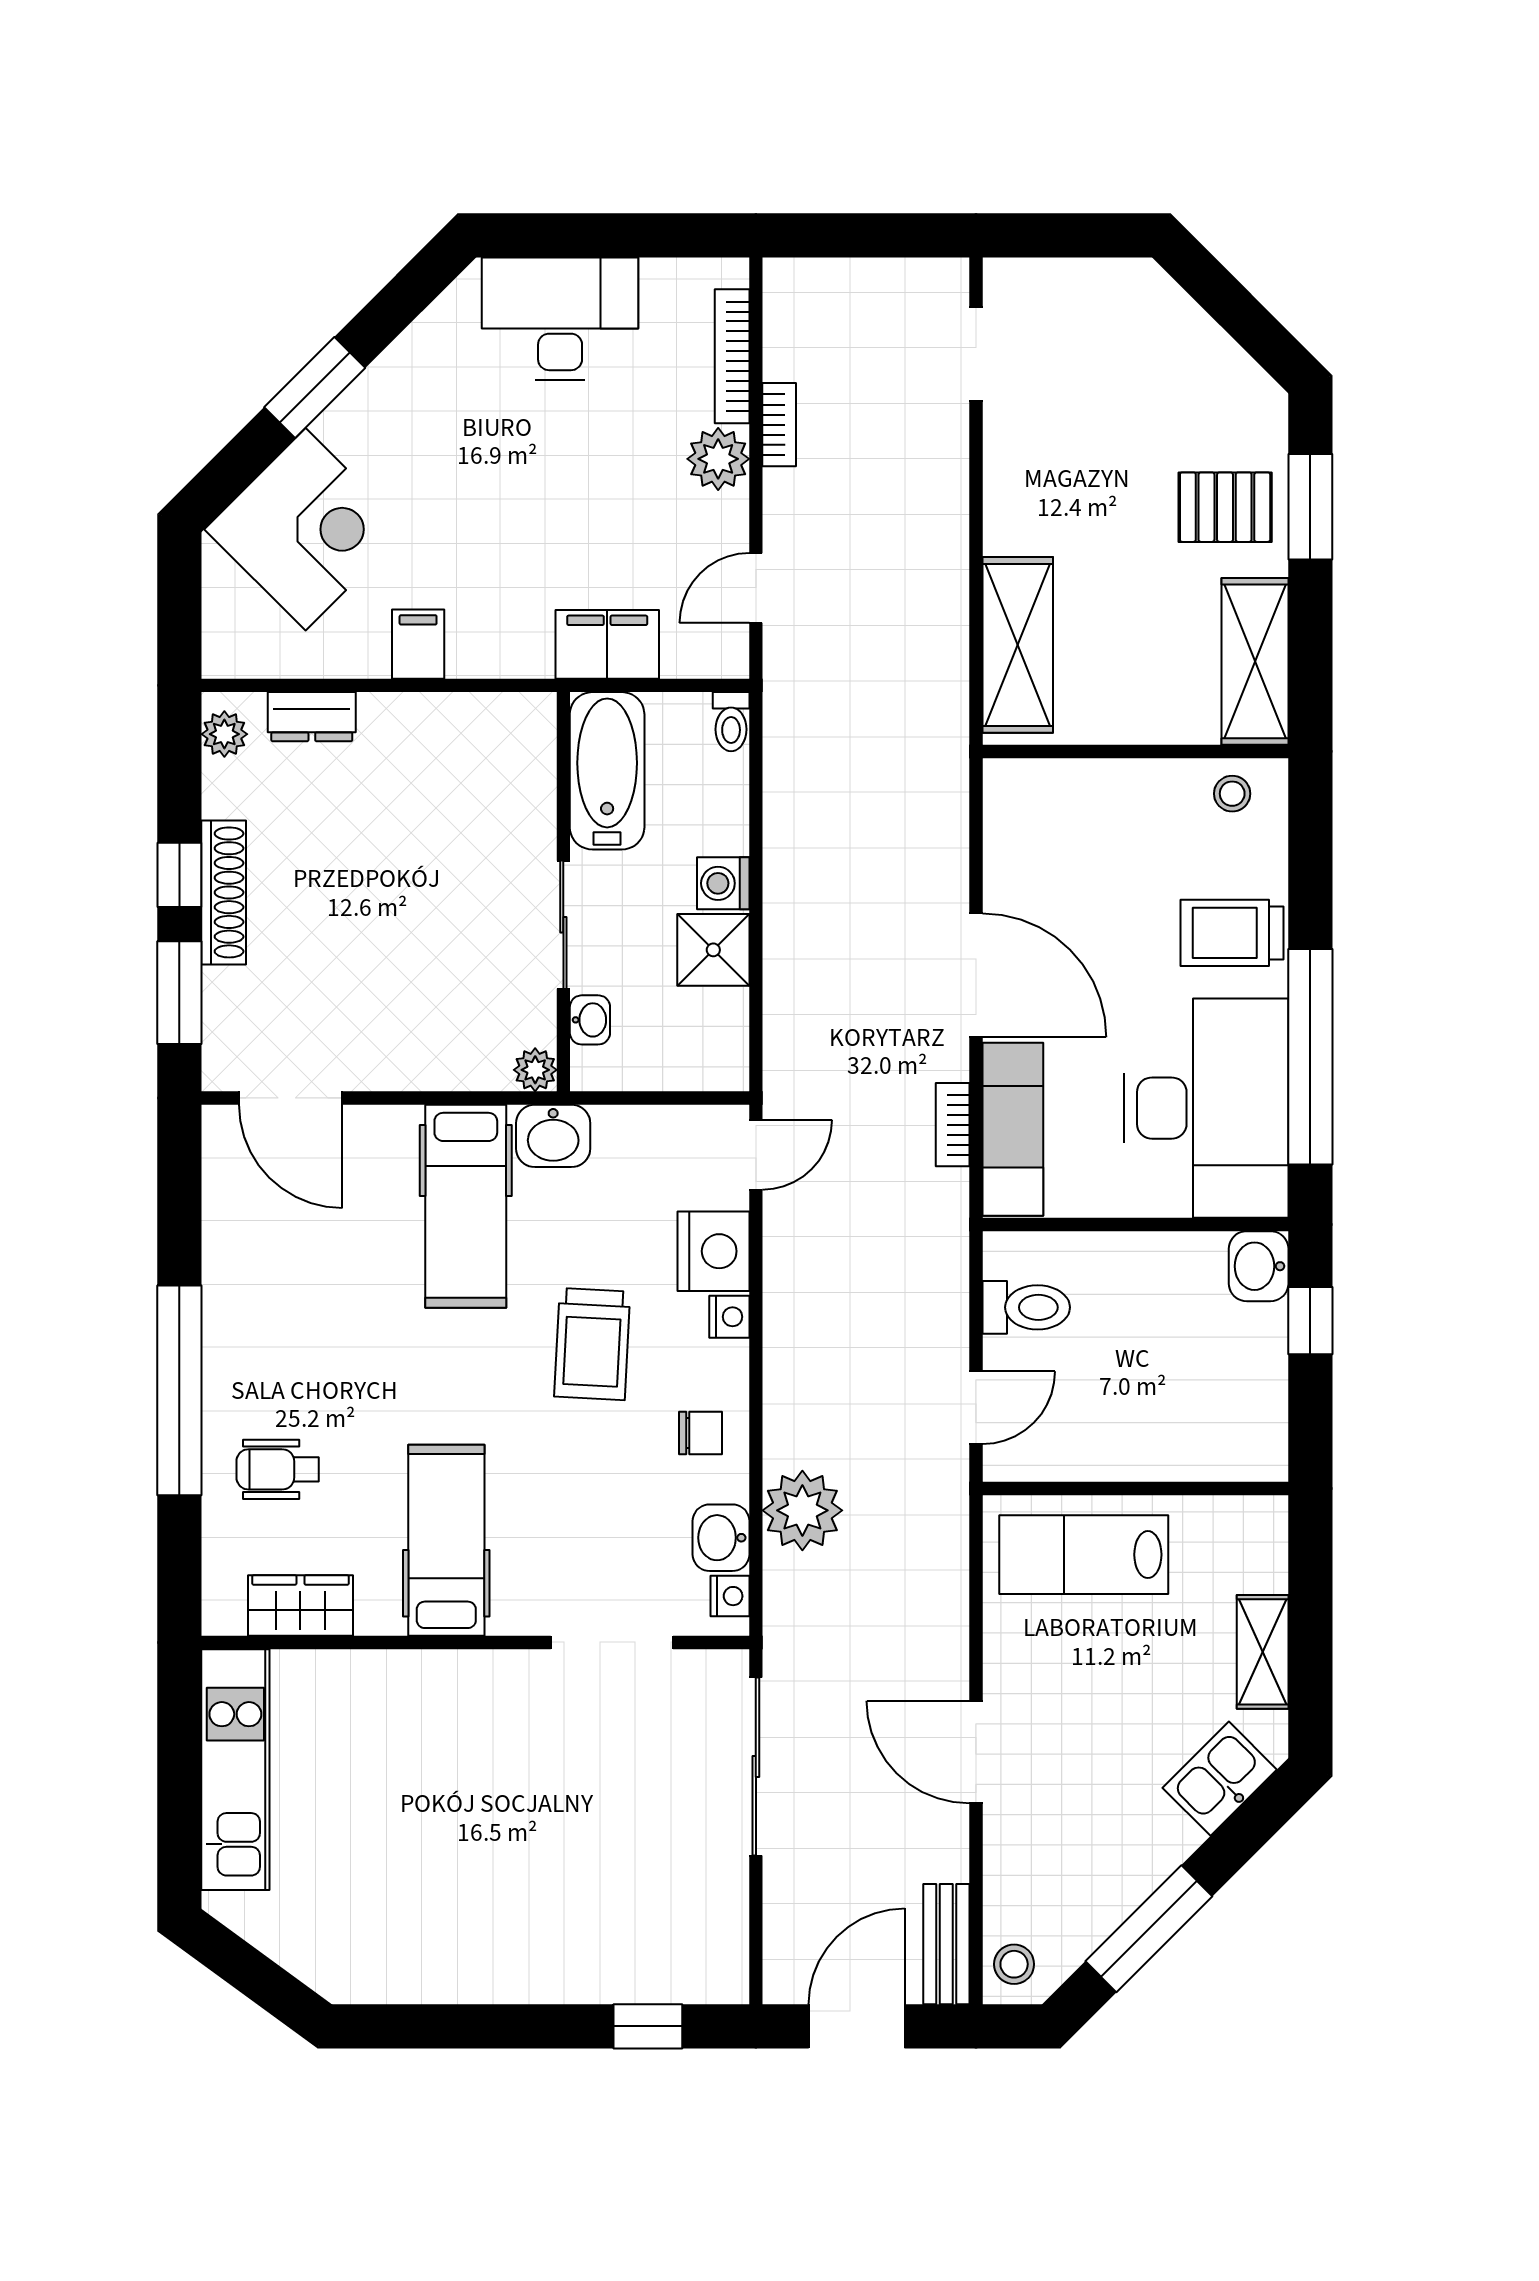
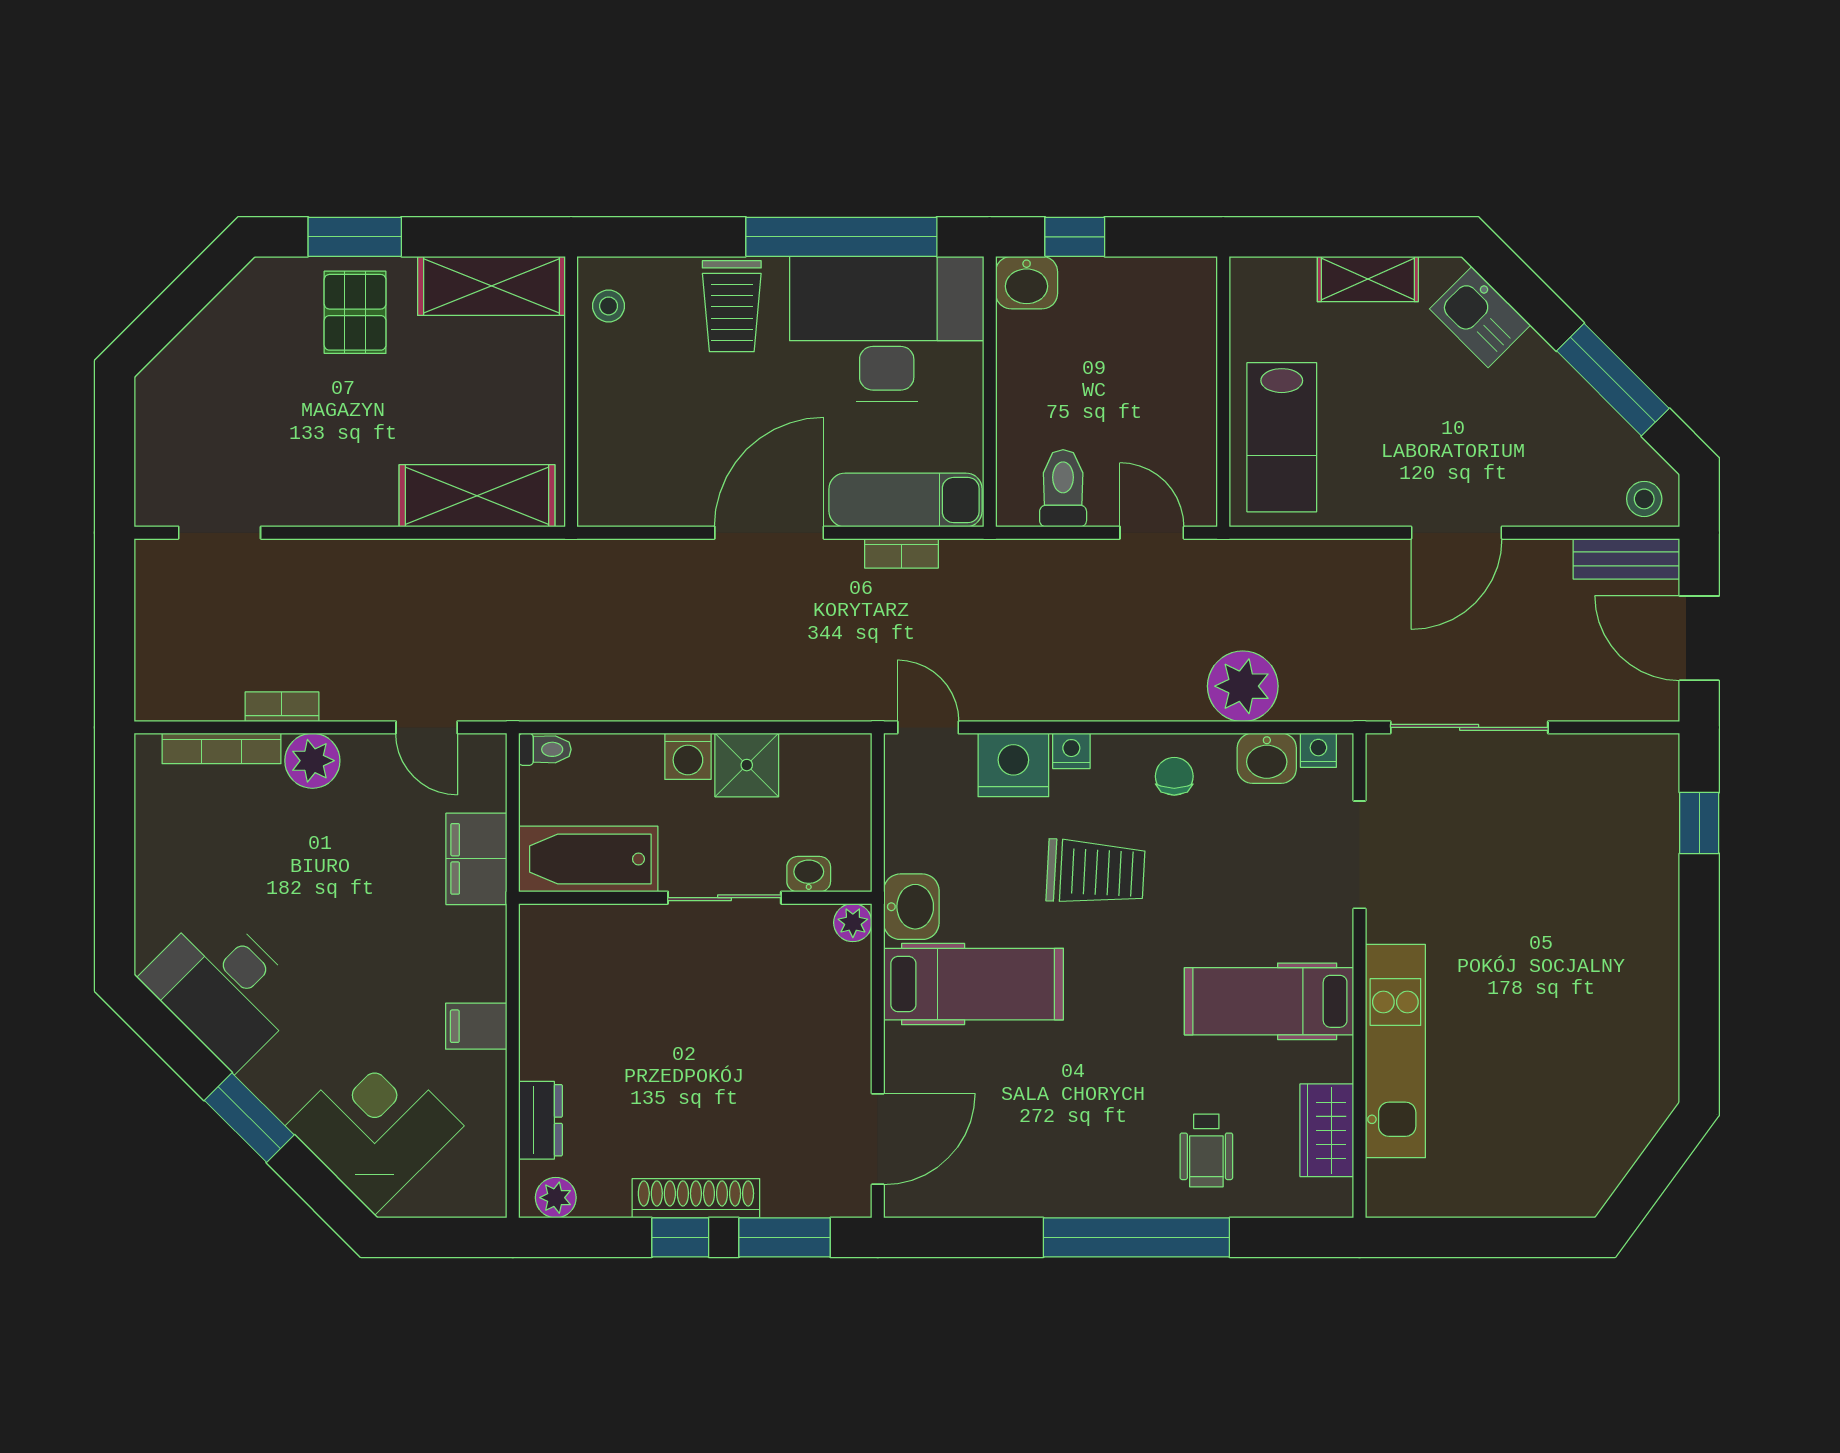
desk: (560, 319) -> (224, 988), moved, turned -45
kitchen unit: (235, 1770) -> (1395, 1051), moved, turned 90

